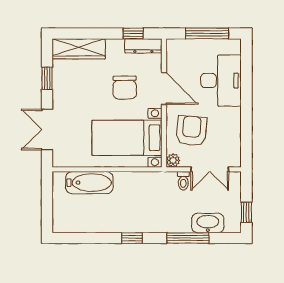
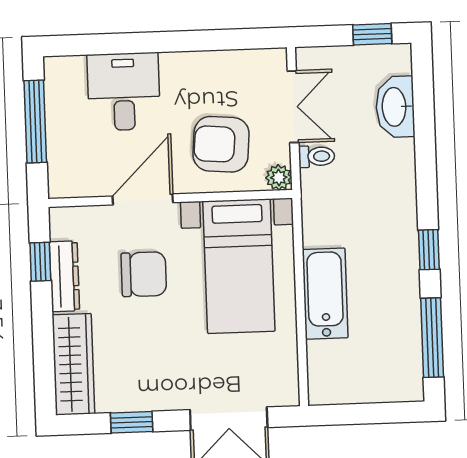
dresser: (143, 46) -> (65, 276), moved
desk: (221, 81) -> (124, 92), width x0.73
bathtub: (89, 183) -> (325, 294), moved
window: (188, 238) -> (432, 338), moved

